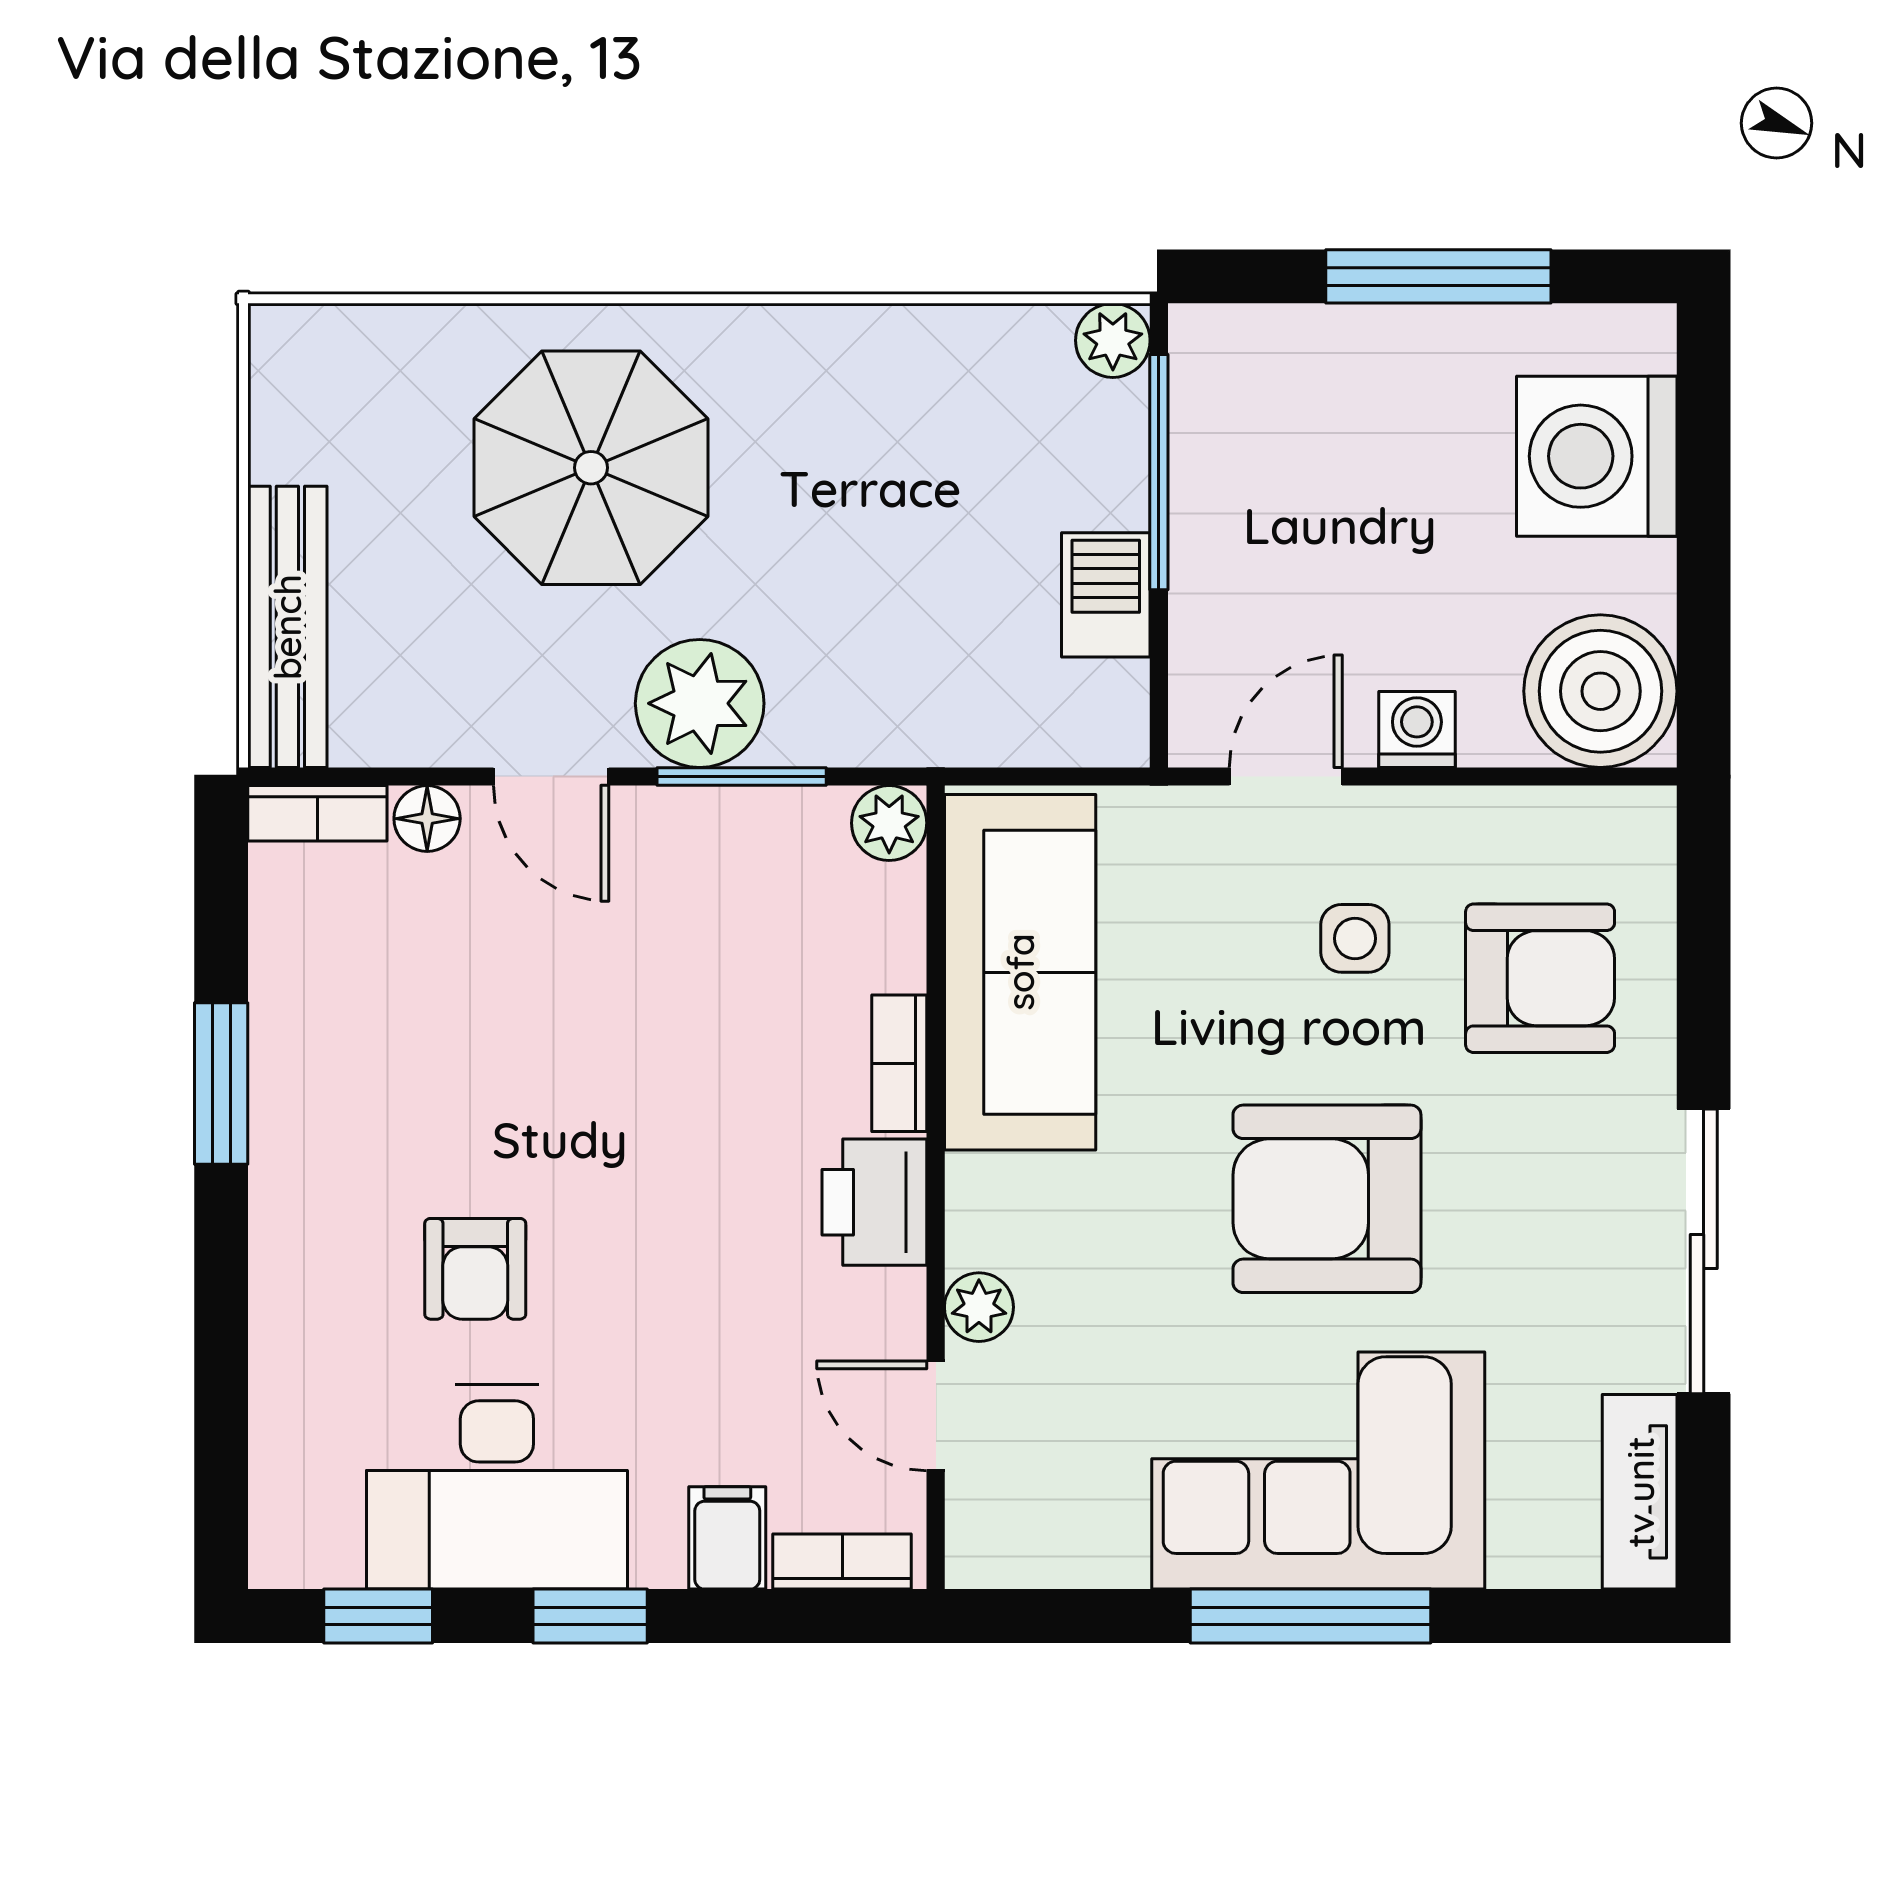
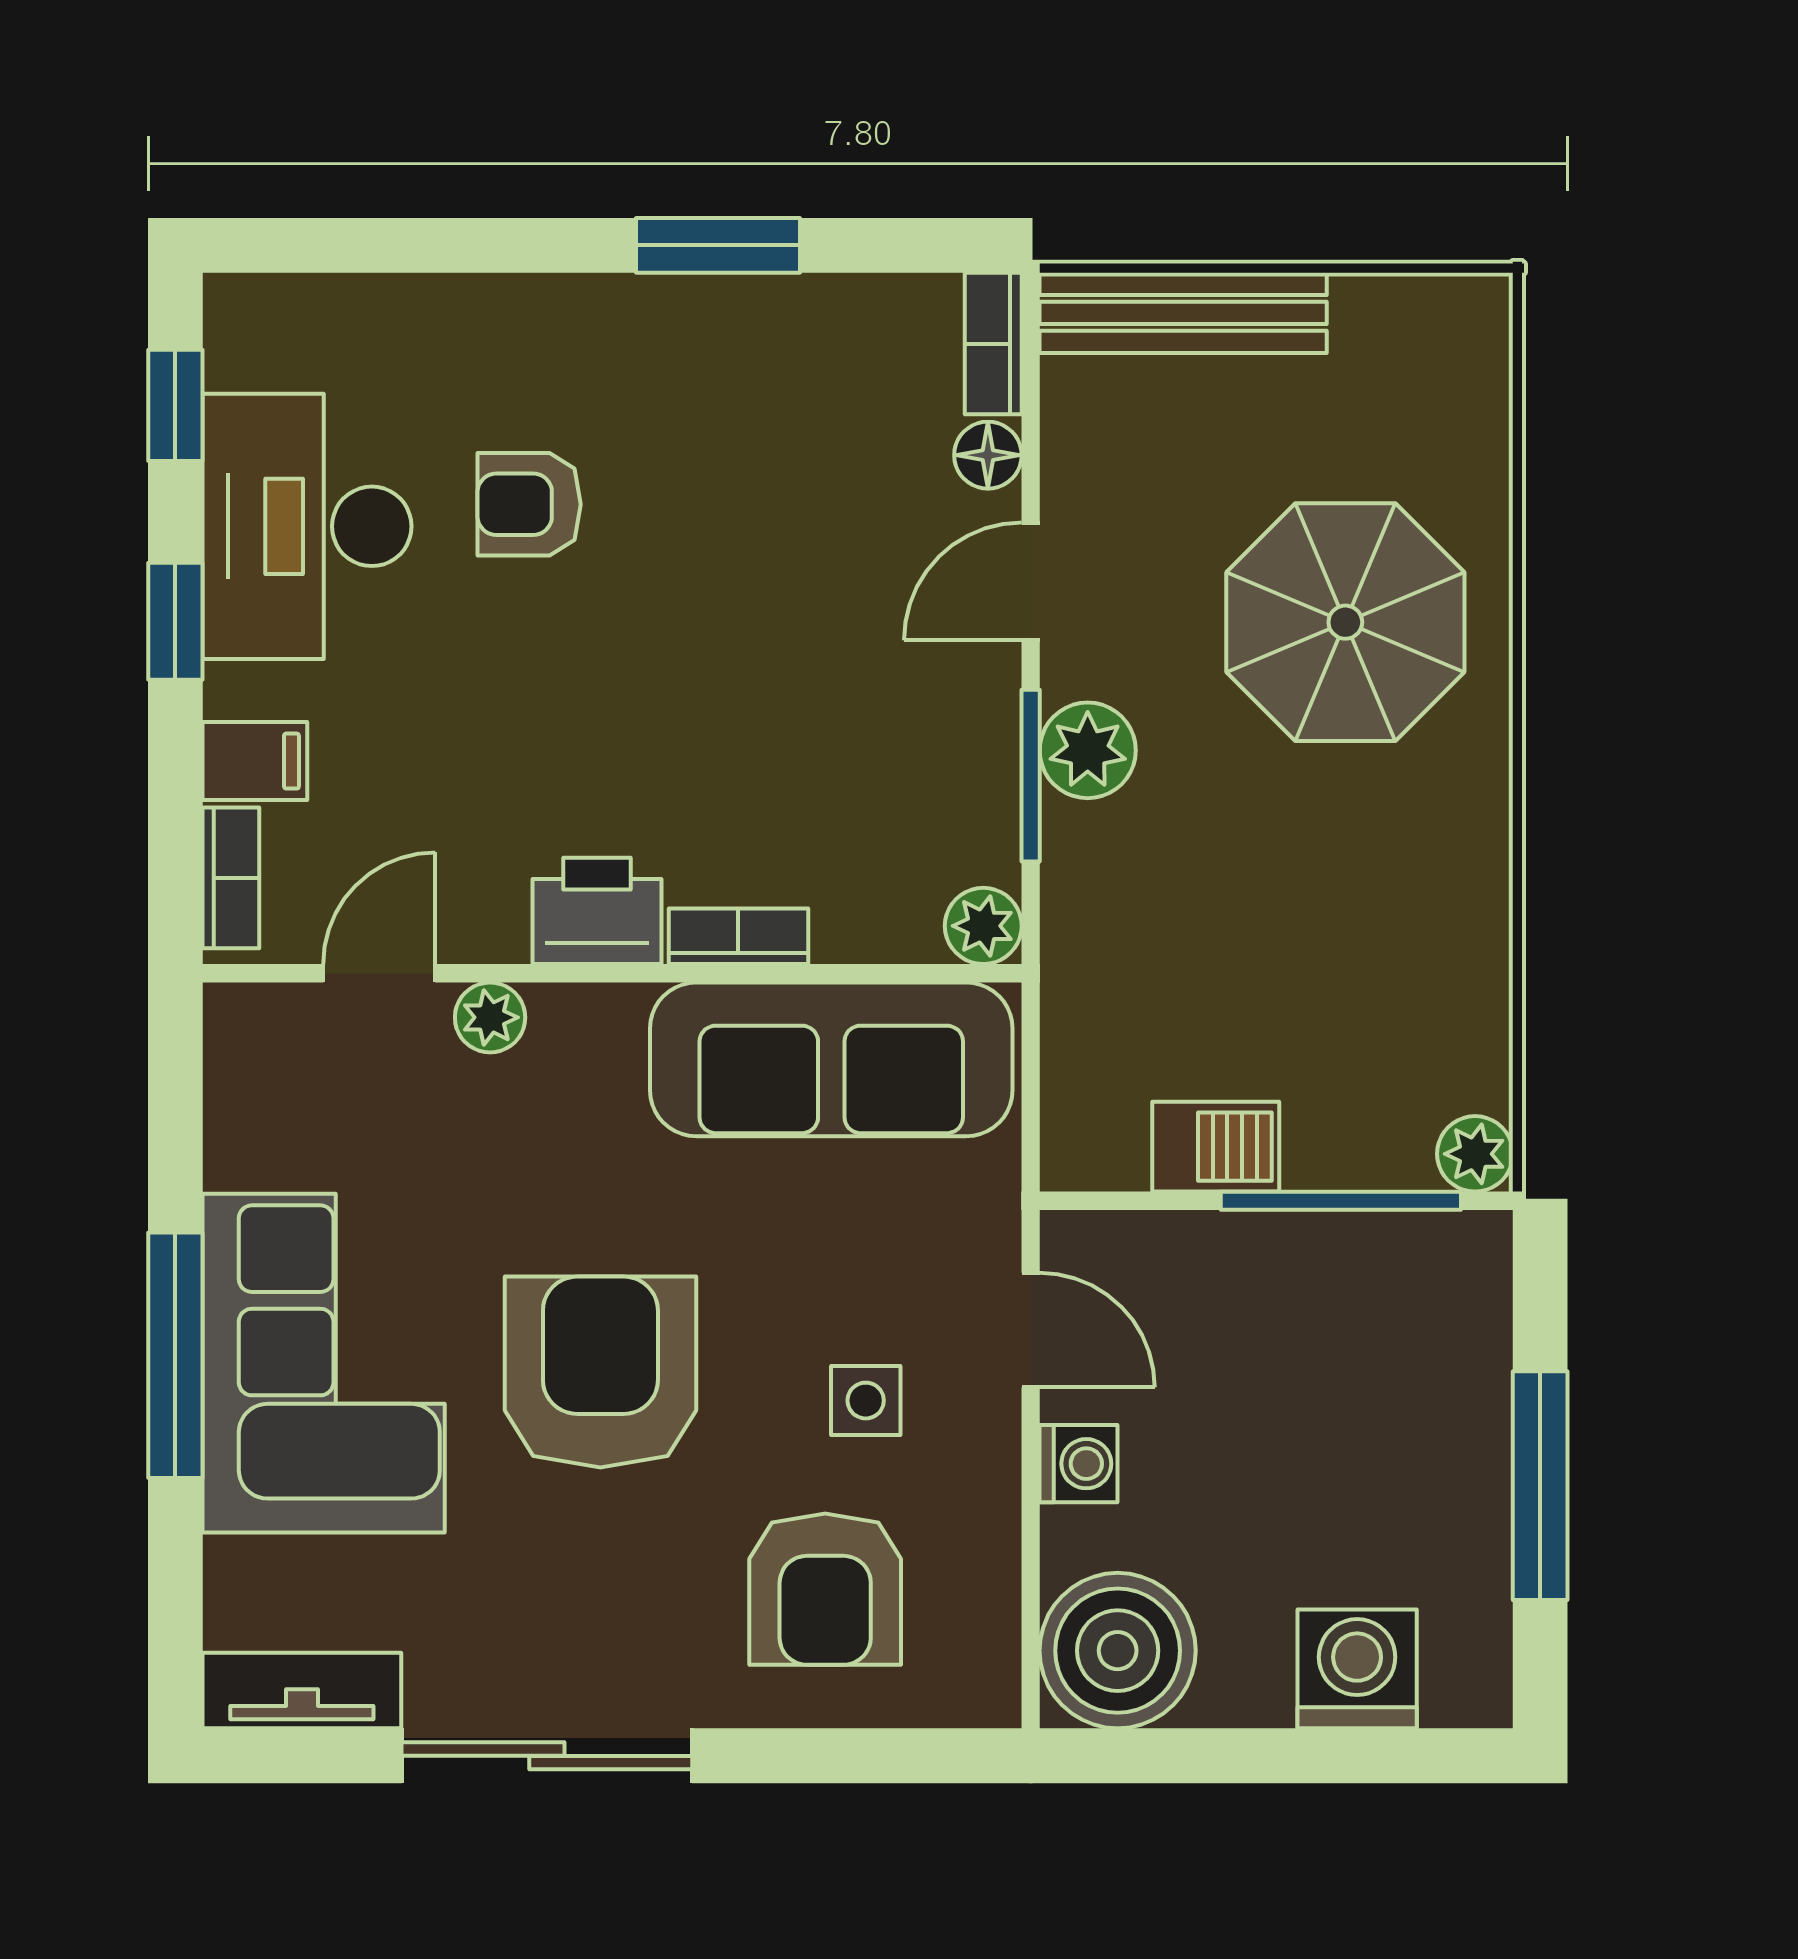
washing machine: (1597, 456) -> (1357, 1669), width x0.73, depth x0.73
plant: (700, 703) -> (1088, 750), width x0.73, depth x0.73

